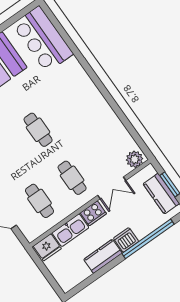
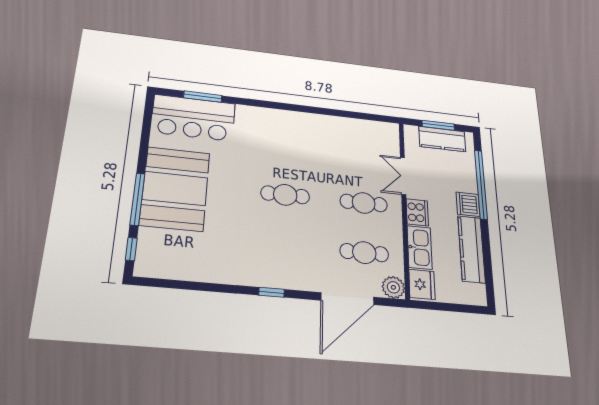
window: (62, 32) -> (203, 97), added
plant: (135, 159) -> (393, 287), moved
double door: (112, 188) -> (403, 176), swing flipped
kitchen counter: (103, 256) -> (471, 249), width x1.50

